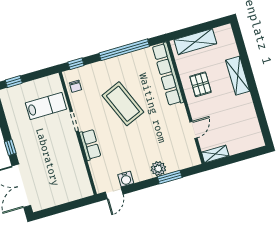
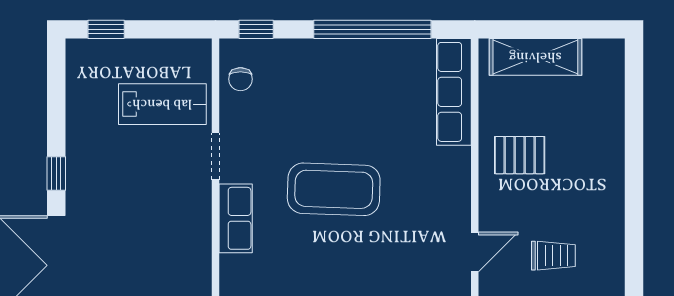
row of seats: (168, 74) -> (454, 92), width x0.73
shelving: (238, 76) -> (608, 160), removed
pallet: (200, 84) -> (520, 155), turned 90
coffee table: (123, 104) -> (334, 189), moved, turned -65
trolley: (227, 122) -> (553, 256), added

